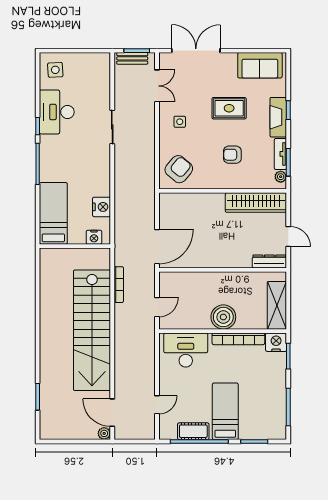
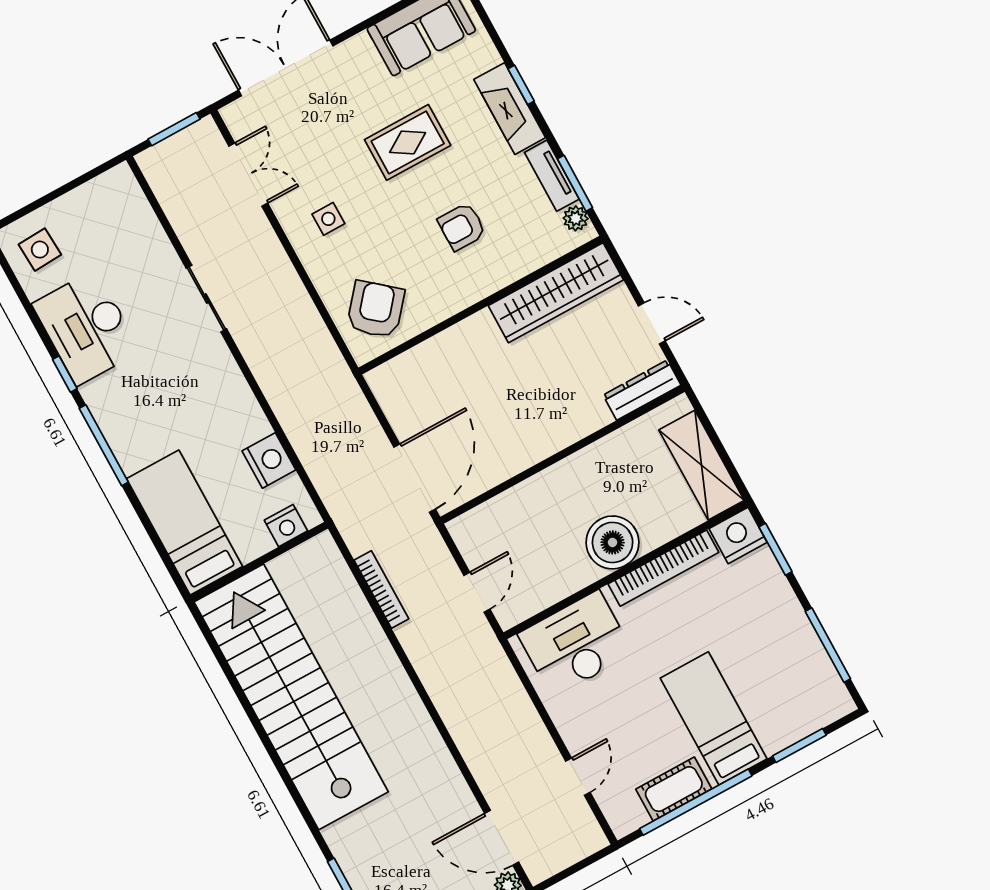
bench: (132, 58) -> (173, 148), removed
stairs: (92, 330) -> (291, 697), moved, turned 180

